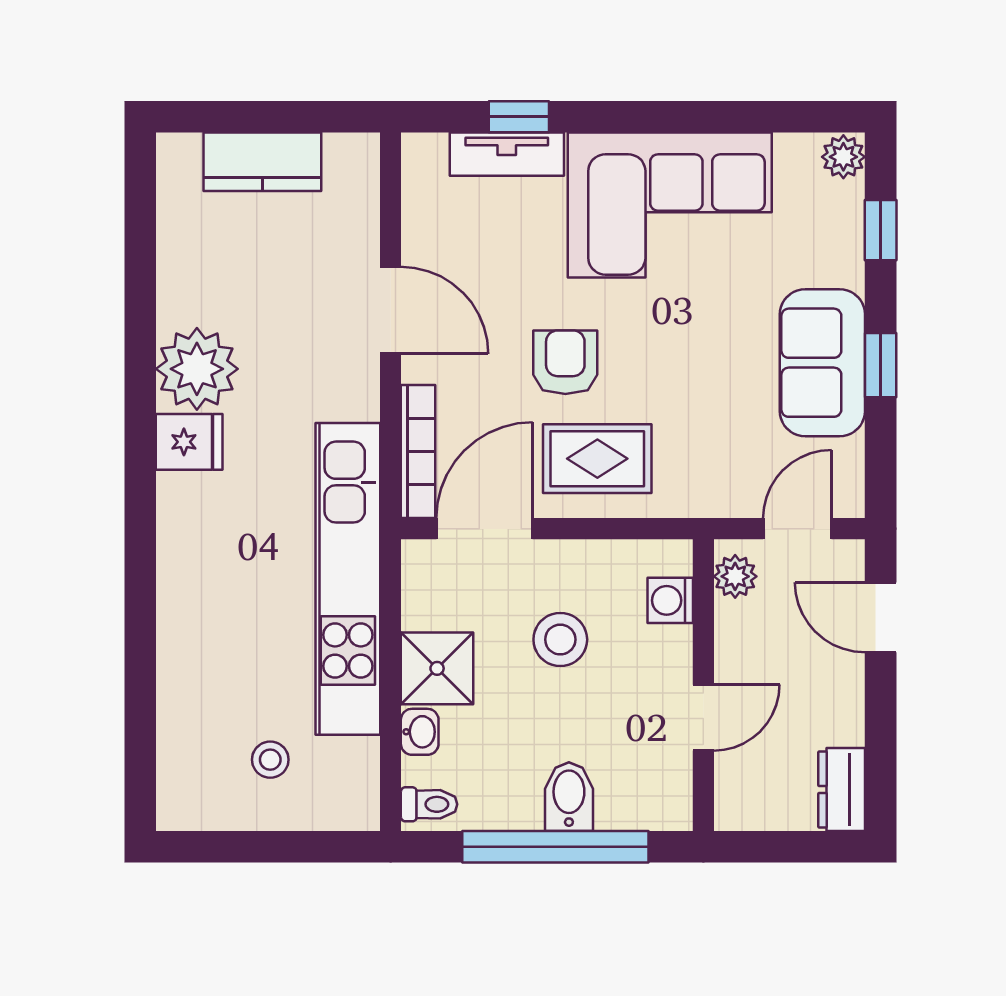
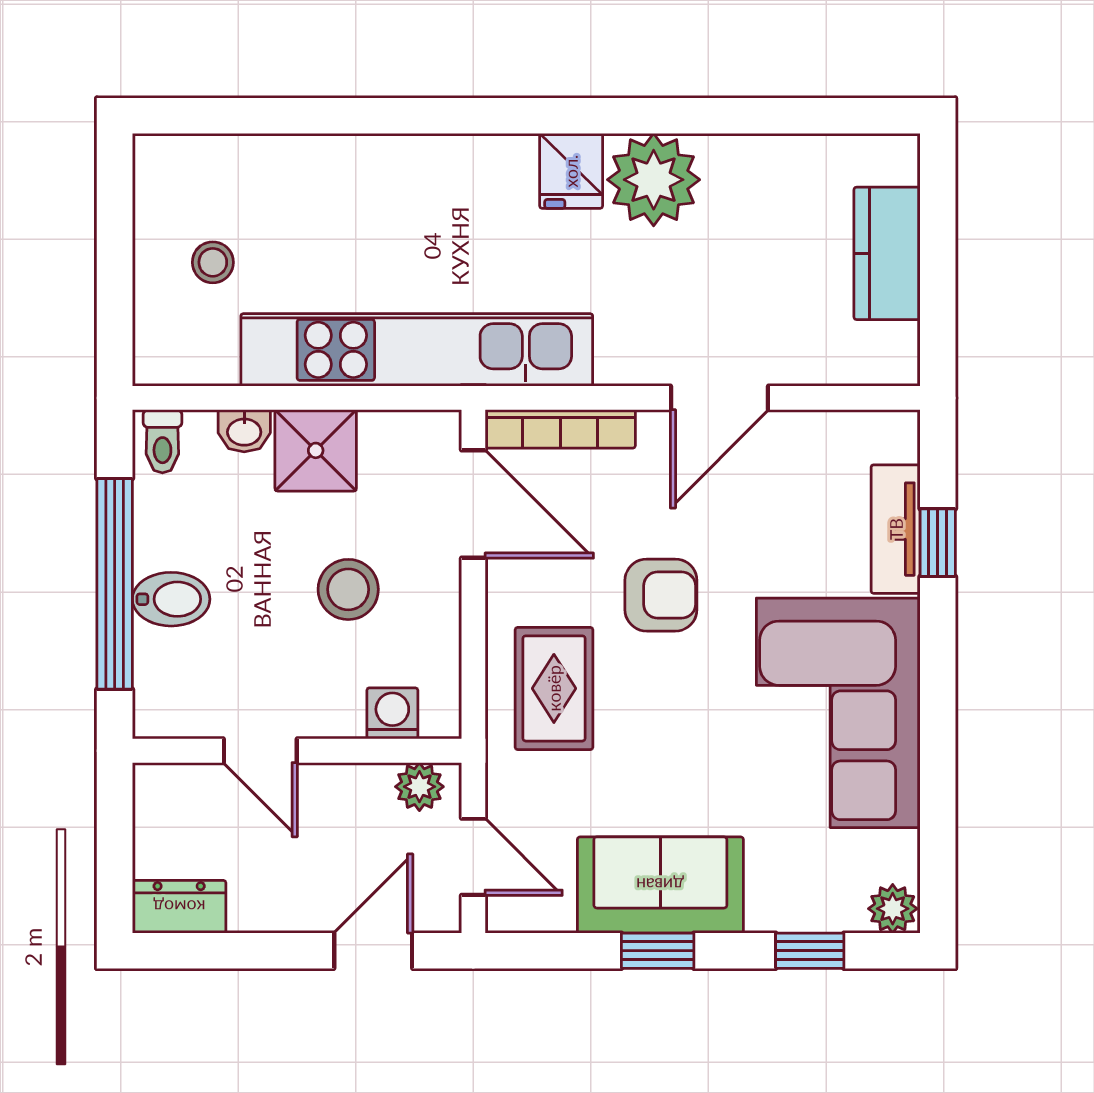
rug: (597, 459) -> (554, 688), moved

